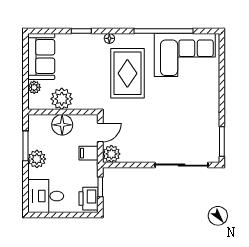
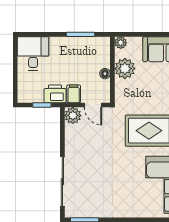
plant: (34, 87) -> (121, 43), moved
floor lamp: (62, 125) -> (105, 74), width x0.53, depth x0.53
plant: (37, 159) -> (68, 45), removed
printer: (88, 199) -> (55, 94), moved

